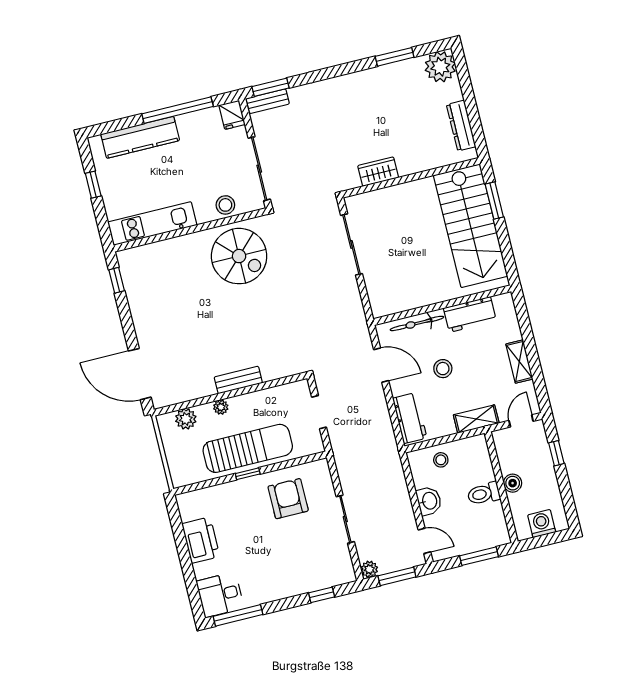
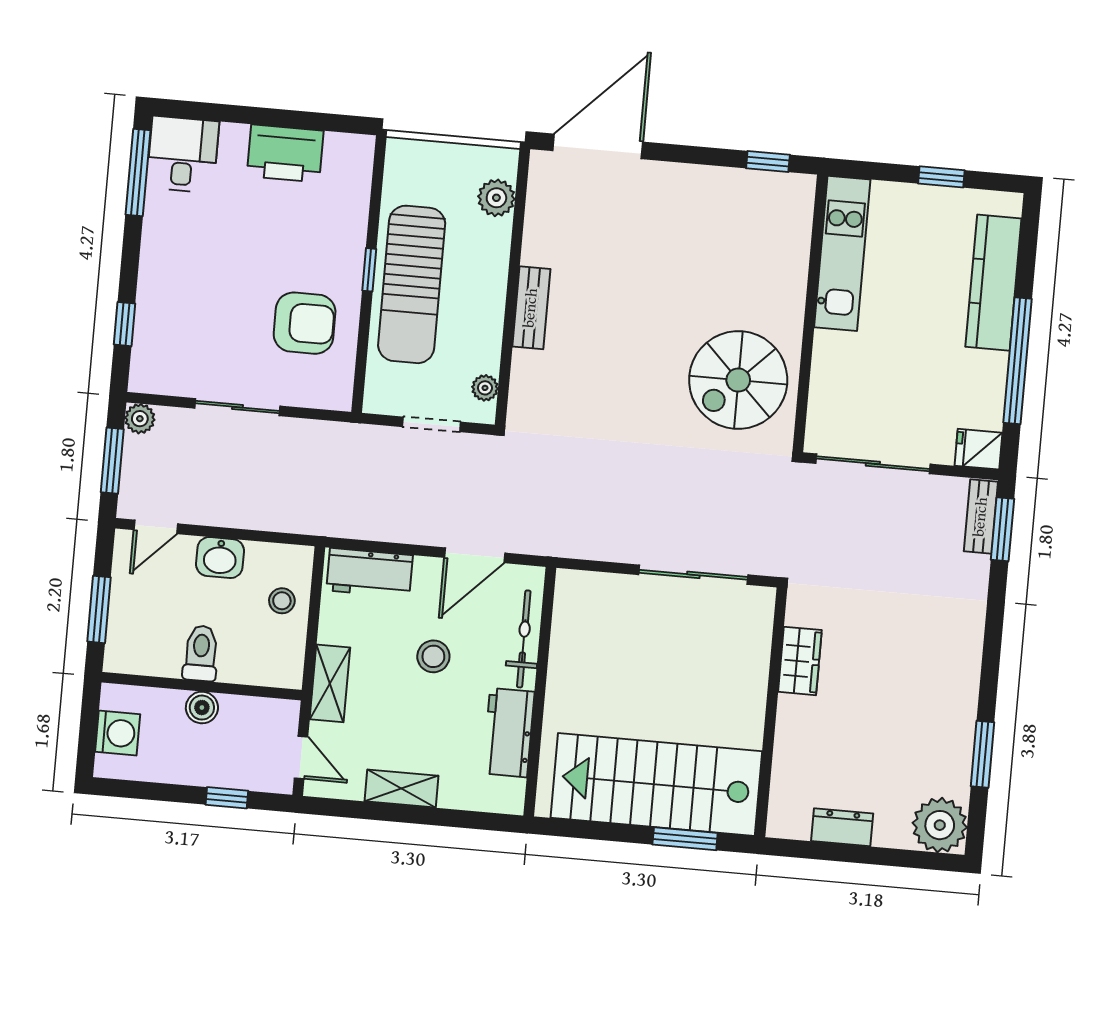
dresser: (461, 126) -> (842, 827), width x0.70
stool: (225, 205) -> (832, 386), removed
plant: (221, 407) -> (485, 388), moved

